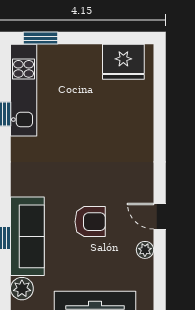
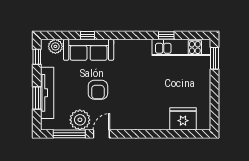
fridge: (123, 62) -> (183, 119), moved, turned 90
plant: (145, 250) -> (80, 120), width x1.87, depth x1.87
window: (160, 267) -> (69, 134), added

